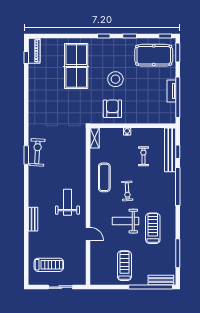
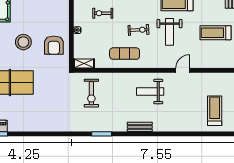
armchair: (112, 109) -> (54, 45), turned -90
exercise bike: (37, 152) -> (91, 93), moved, turned -93
bench: (33, 219) -> (140, 127), moved

